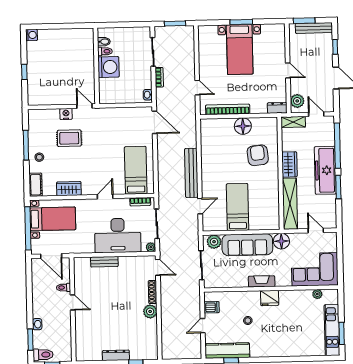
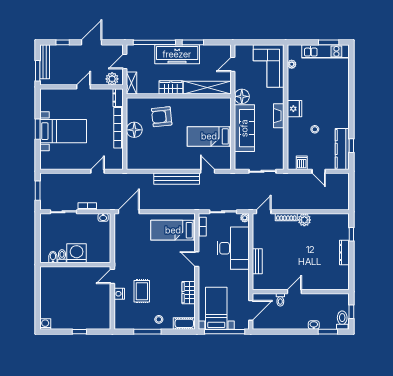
bookcase: (228, 109) -> (118, 128), moved
plant: (214, 242) -> (241, 159), removed

